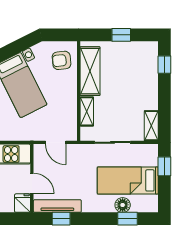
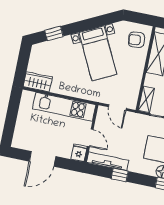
shelving: (87, 111) -> (146, 99), moved
window: (61, 219) -> (120, 175), moved

